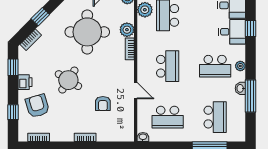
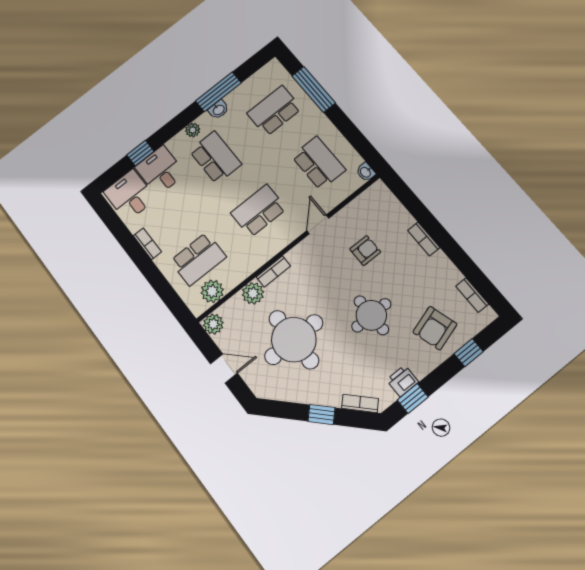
round table: (68, 80) -> (371, 315), turned -32
printer: (25, 82) -> (402, 381), moved

